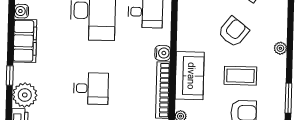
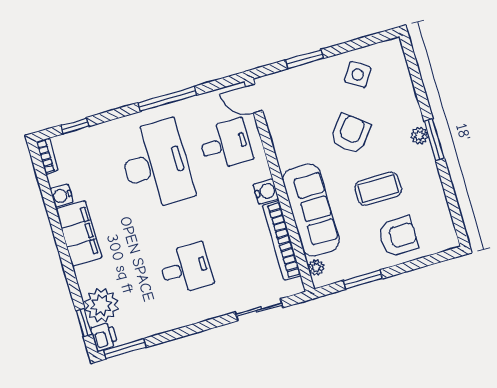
window: (10, 75) -> (84, 322), moved
sofa: (190, 76) -> (311, 210), width x1.36
window: (288, 98) -> (434, 140), moved

